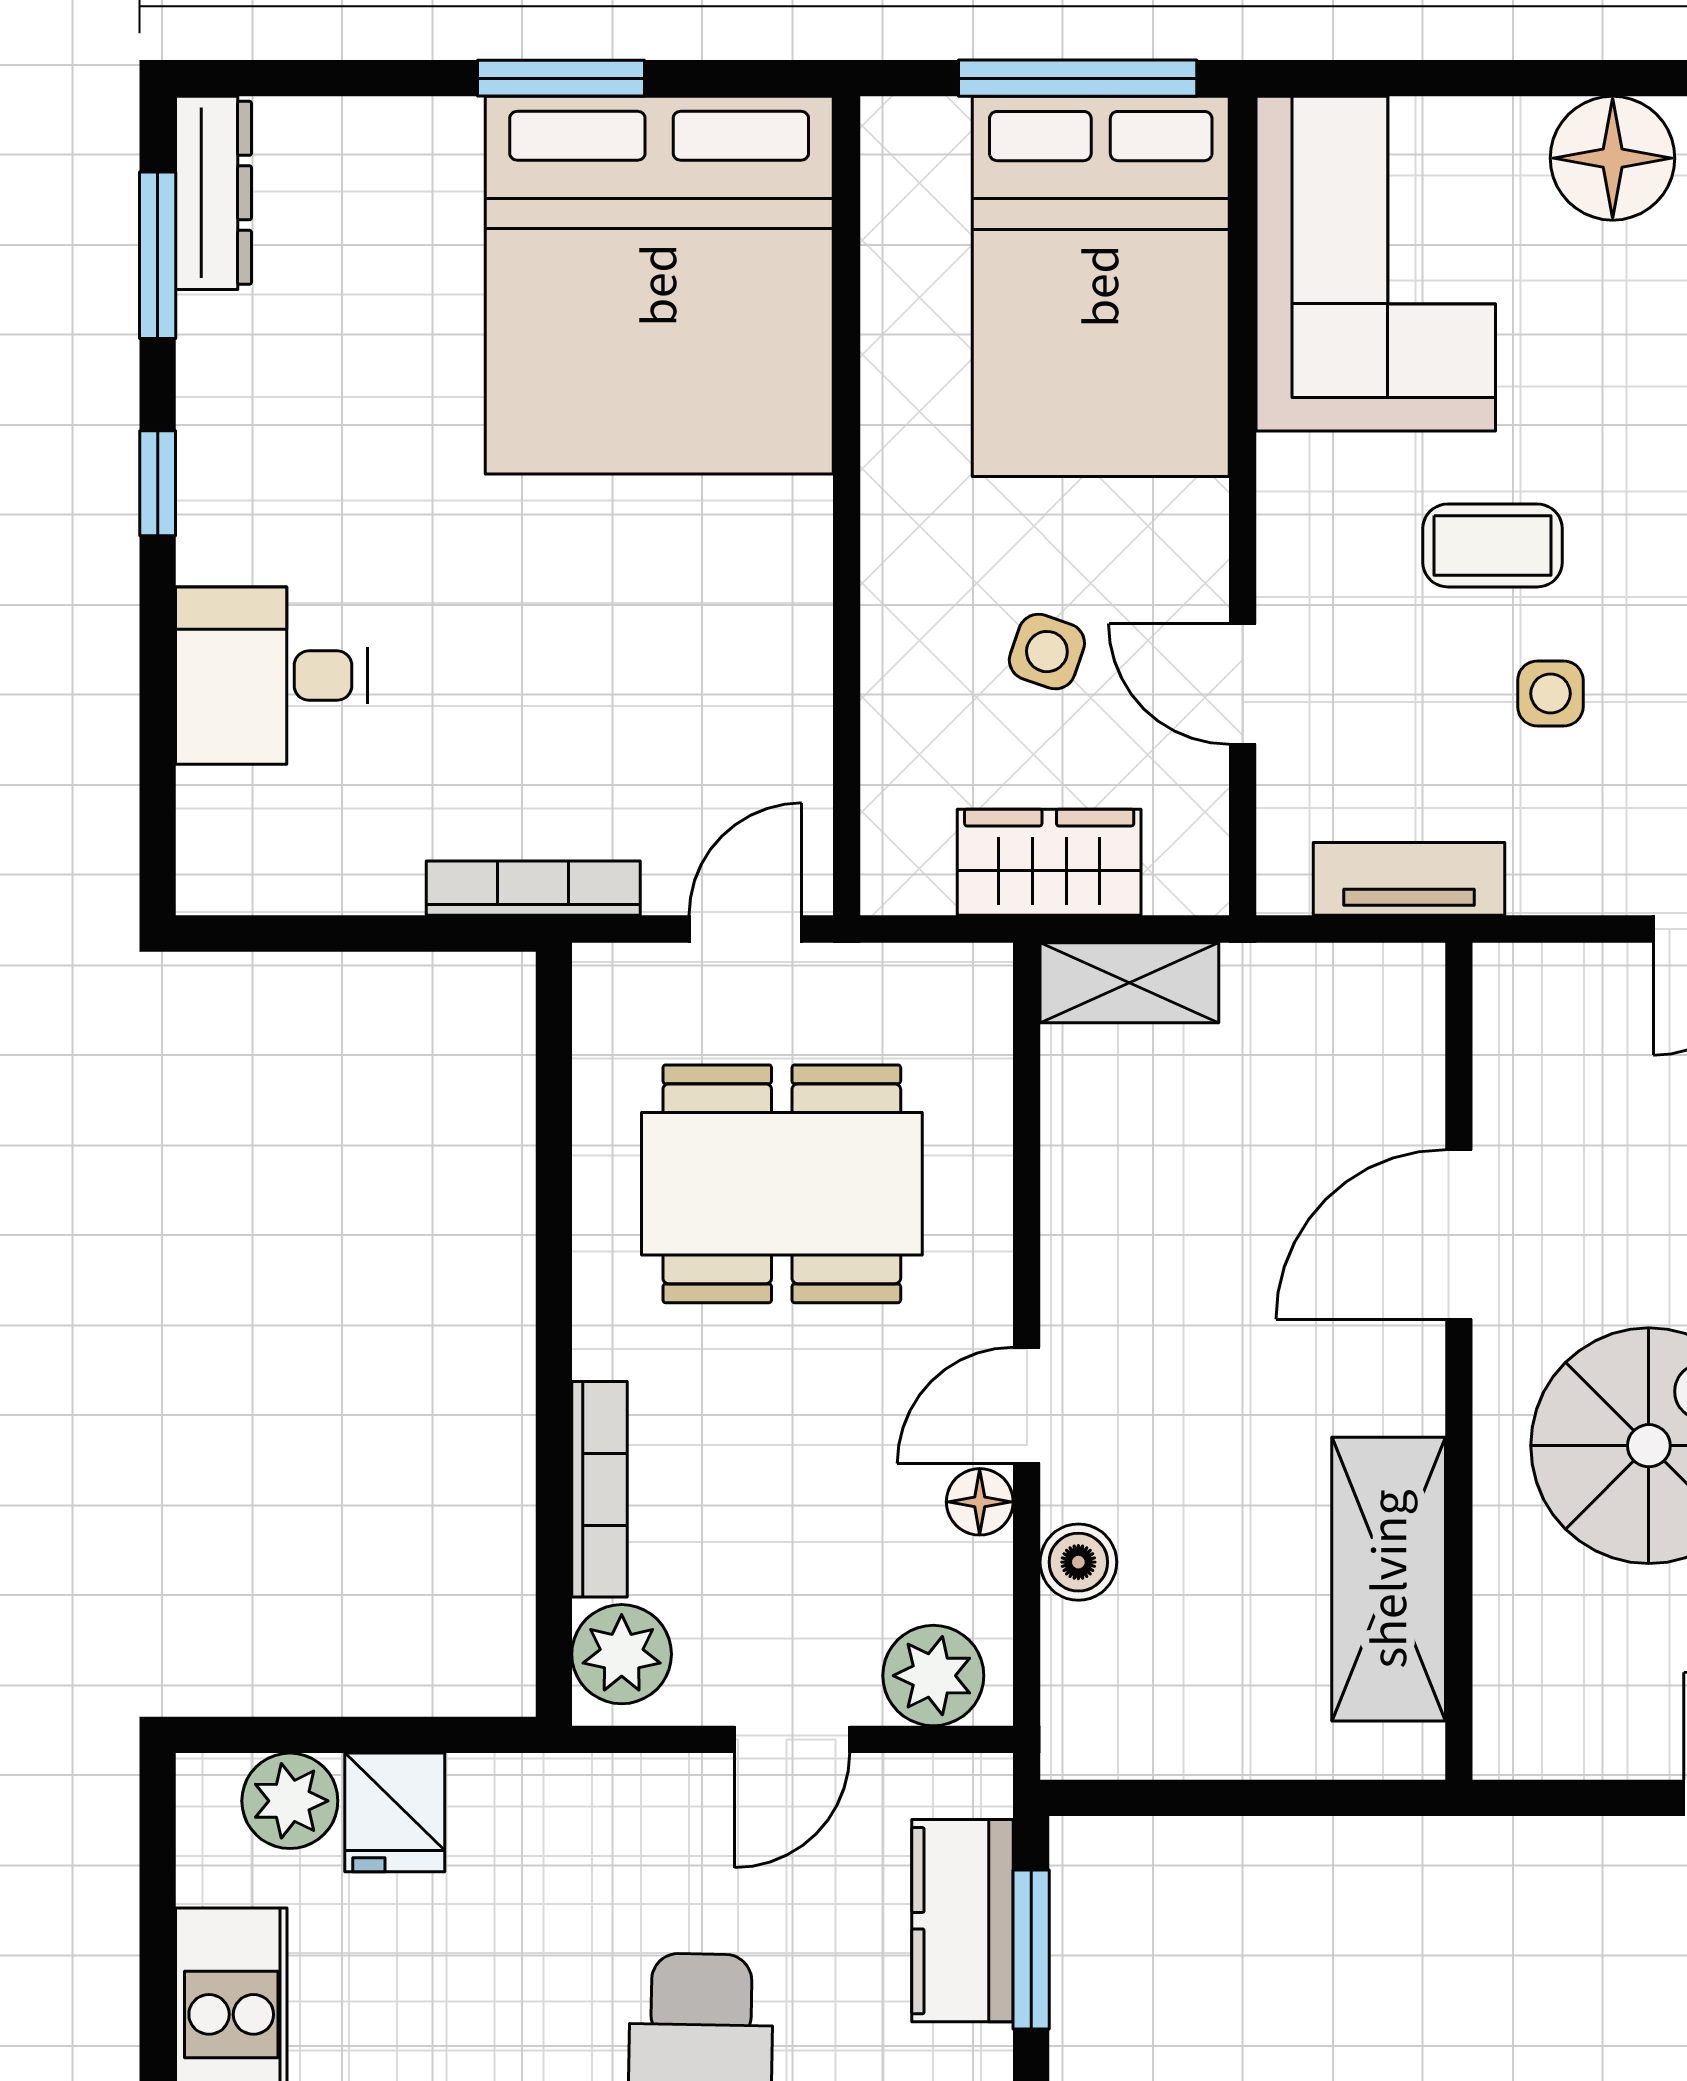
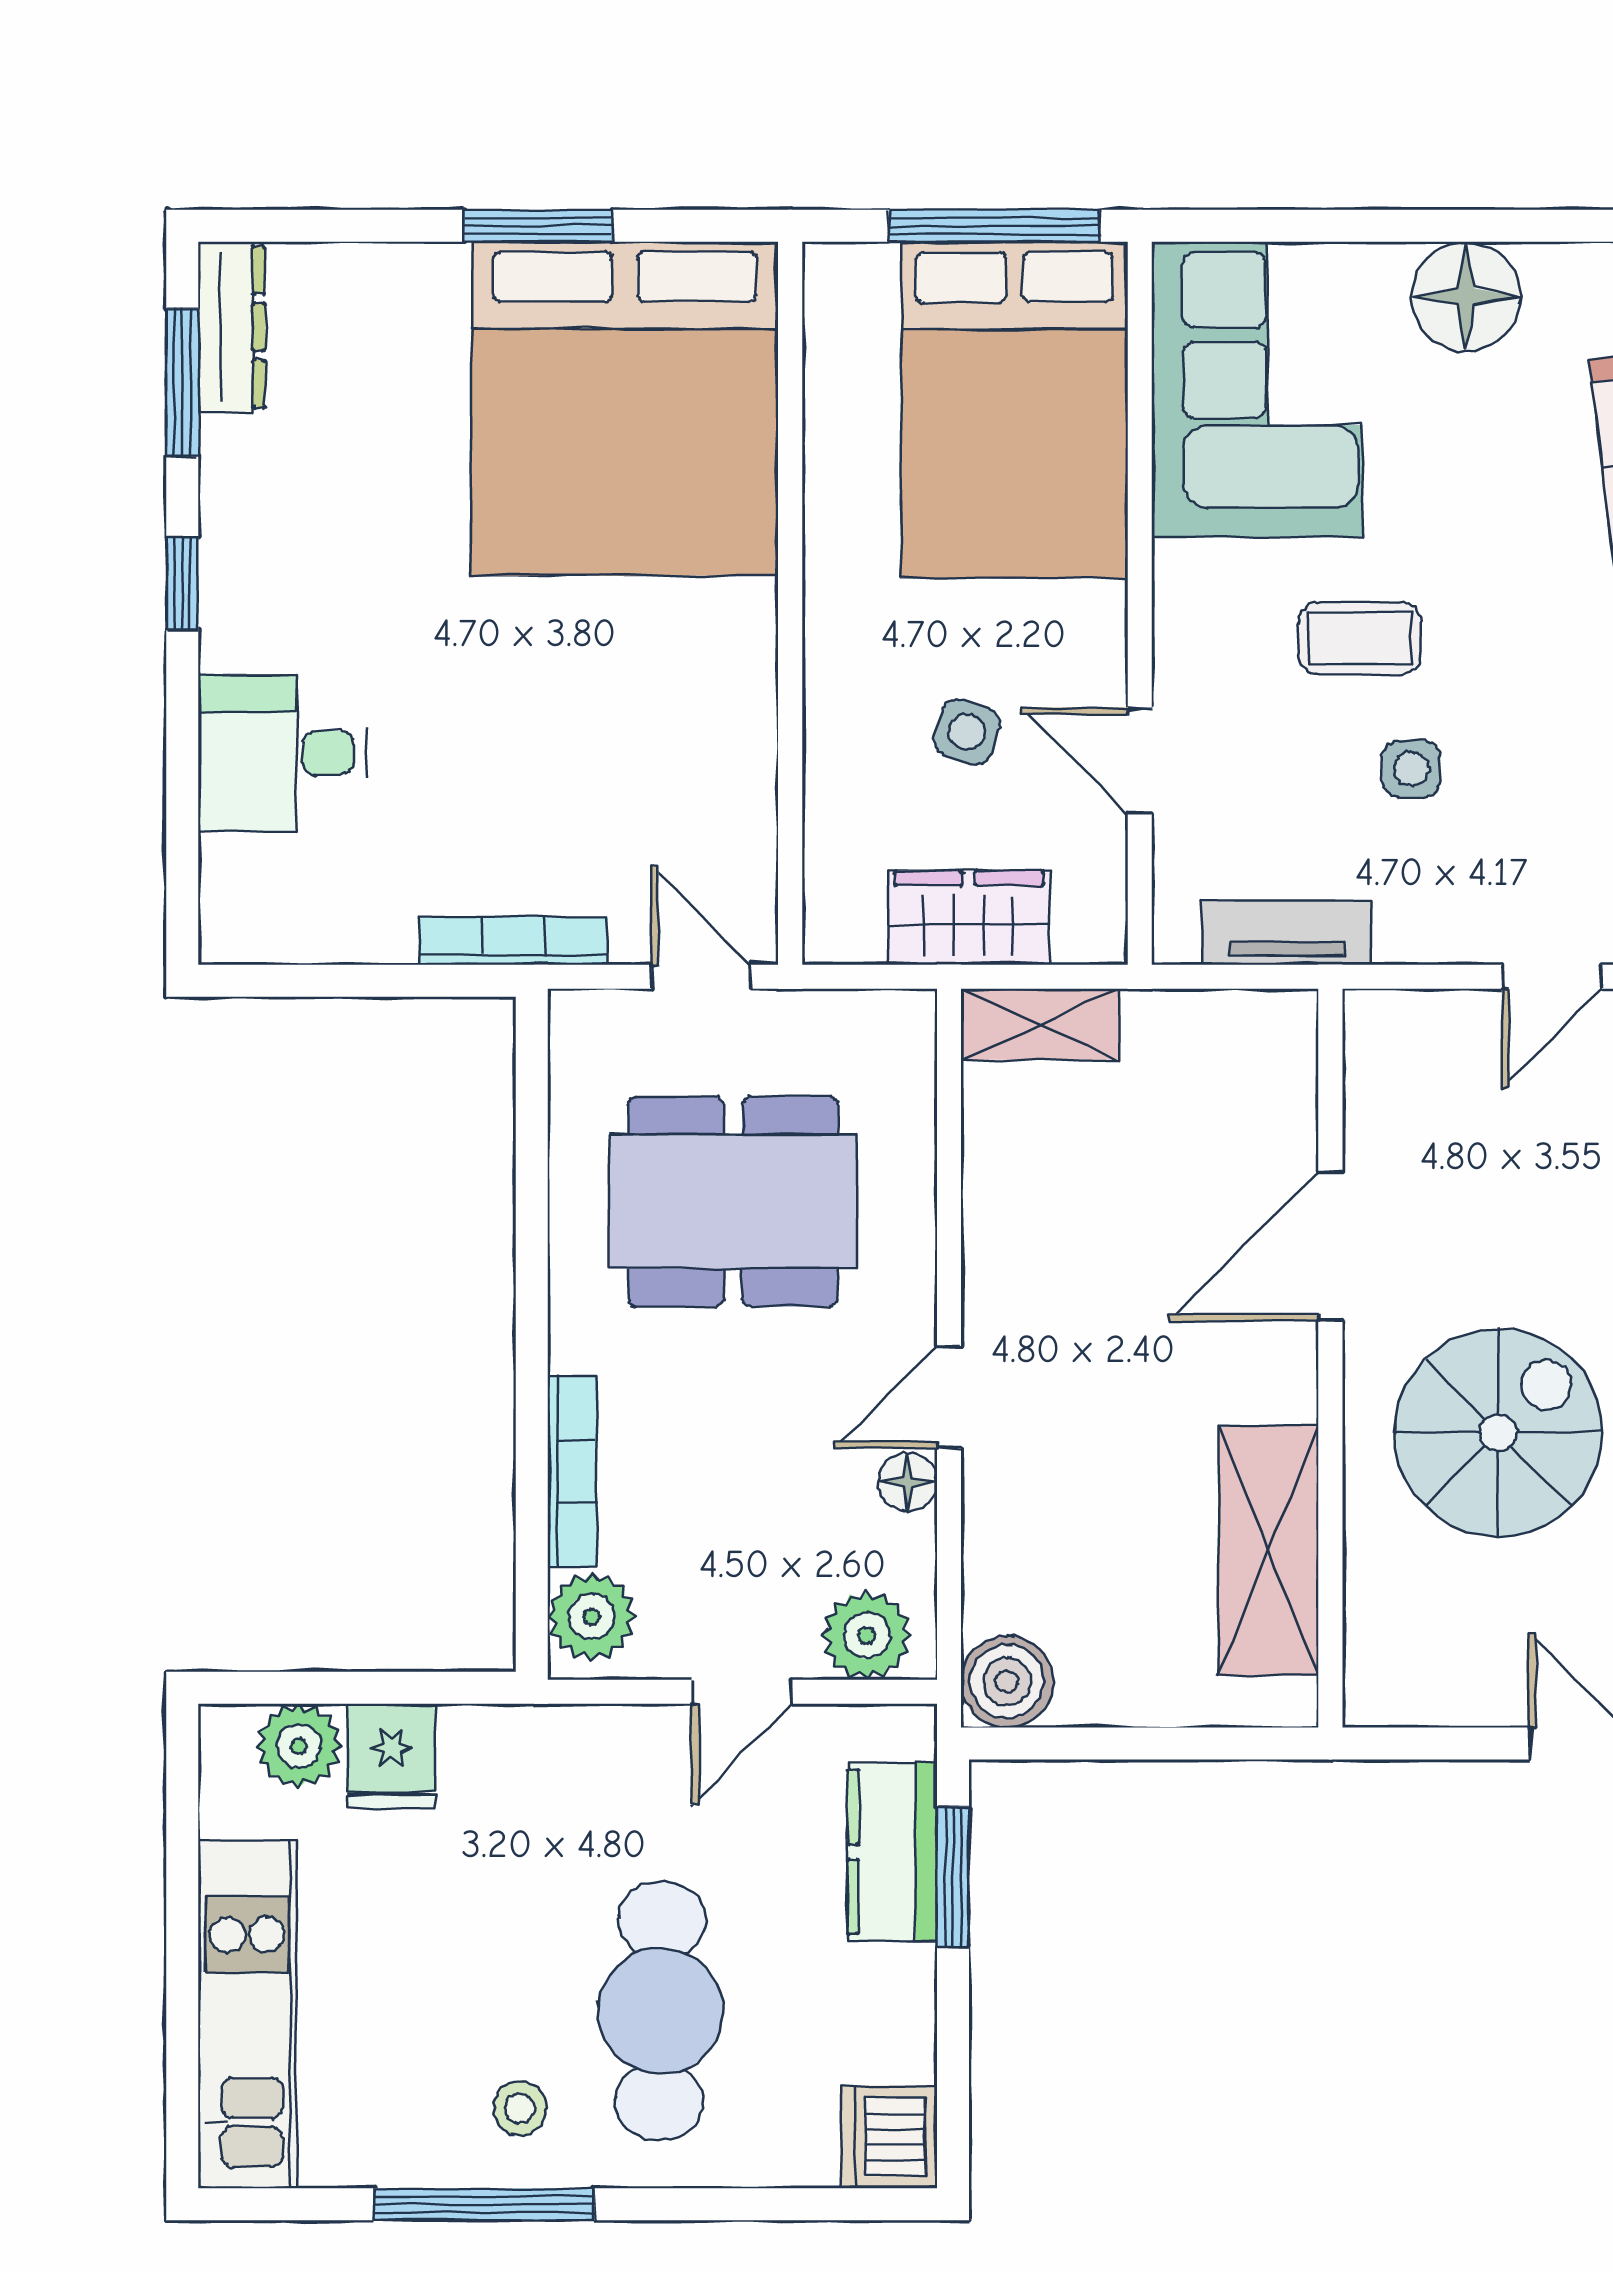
door: (746, 929) -> (701, 977), hinge flipped
boiler: (1078, 1562) -> (1007, 1682), moved, width x1.36, depth x1.36

